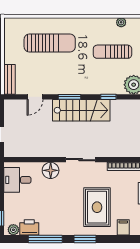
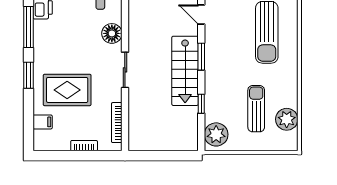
plant: (121, 22) -> (287, 119), width x1.88, depth x1.88

